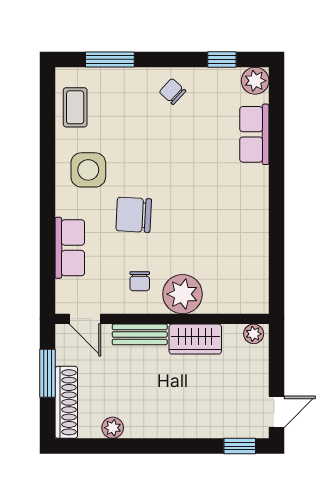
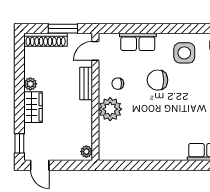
chair: (134, 215) -> (157, 80), turned -93
wardrobe: (195, 339) -> (33, 107), moved, turned 180
plant: (113, 428) -> (30, 84), moved

